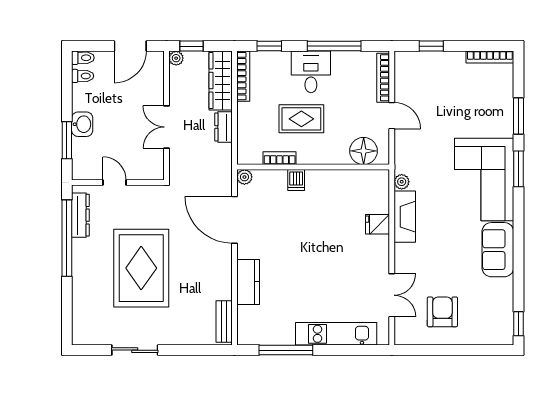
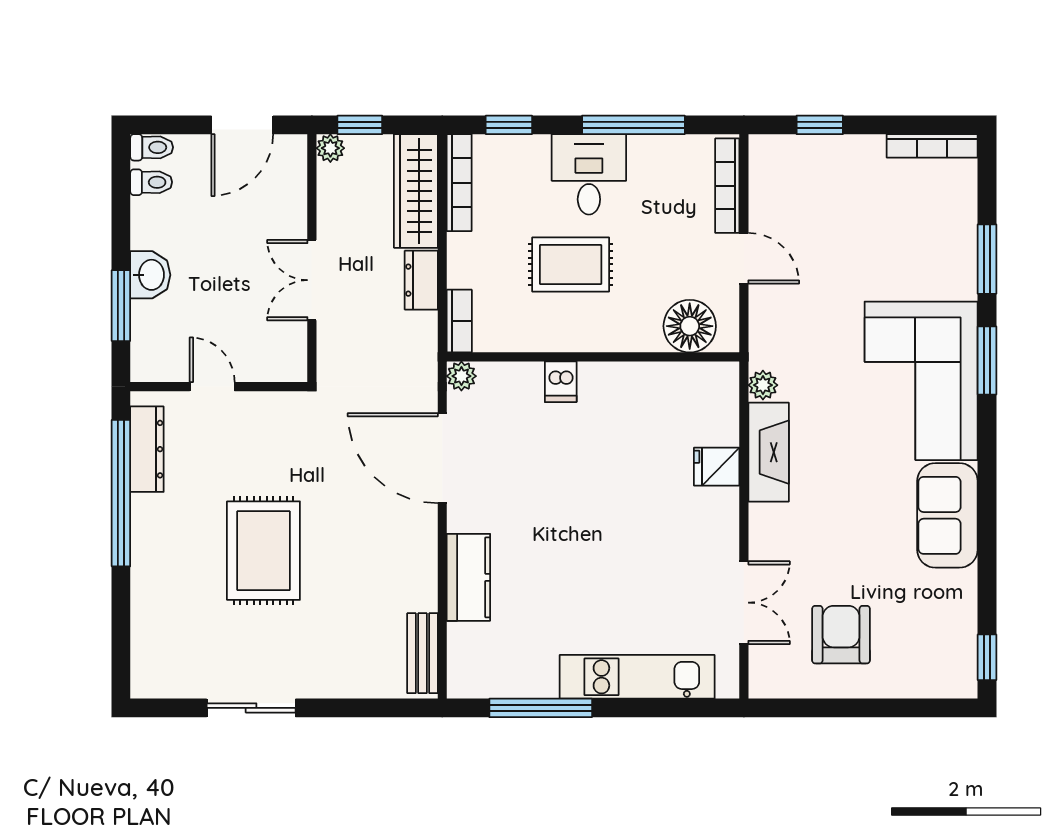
bookcase: (280, 158) -> (459, 321), moved, turned 90
rug: (141, 268) -> (263, 551), width x0.73, depth x0.69

